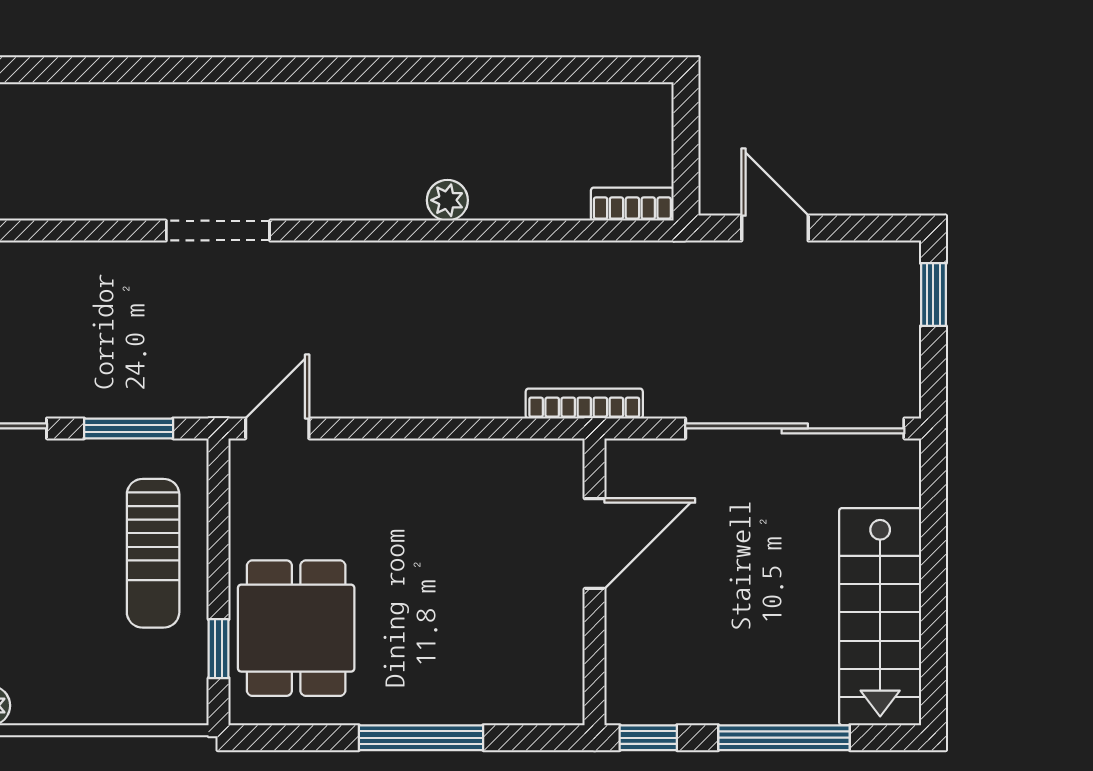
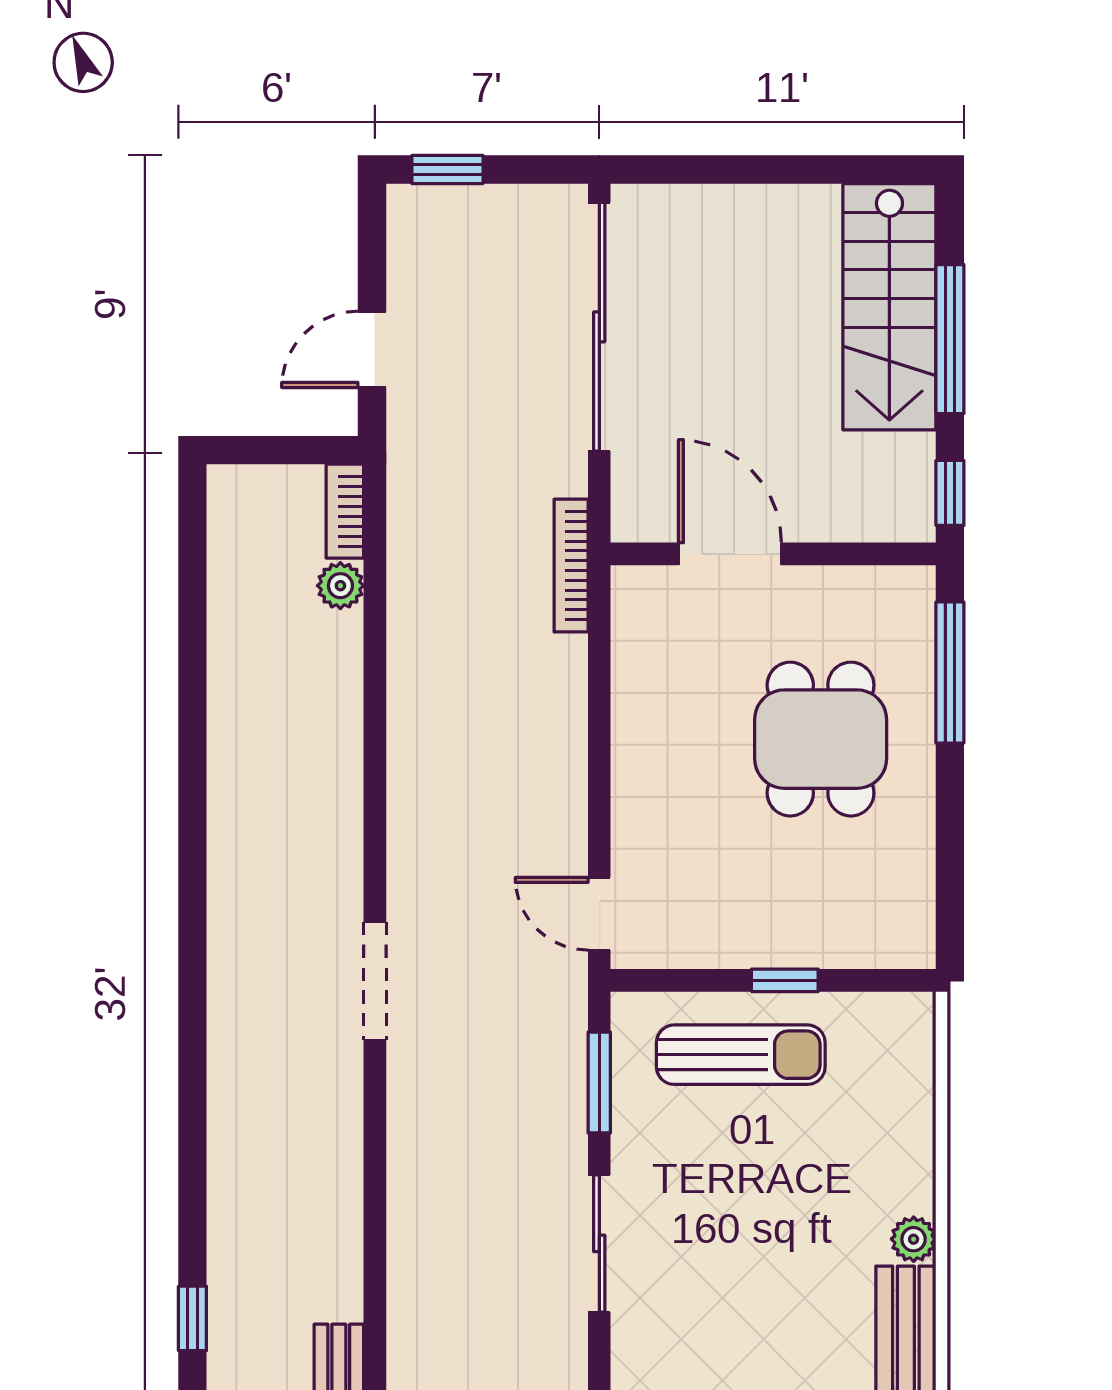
plant: (447, 200) -> (340, 586), moved
stairs: (880, 617) -> (889, 307), moved, turned 90
dining table: (296, 628) -> (821, 739), moved, turned 90
window: (219, 649) -> (785, 980), moved
window: (421, 738) -> (950, 672), moved

